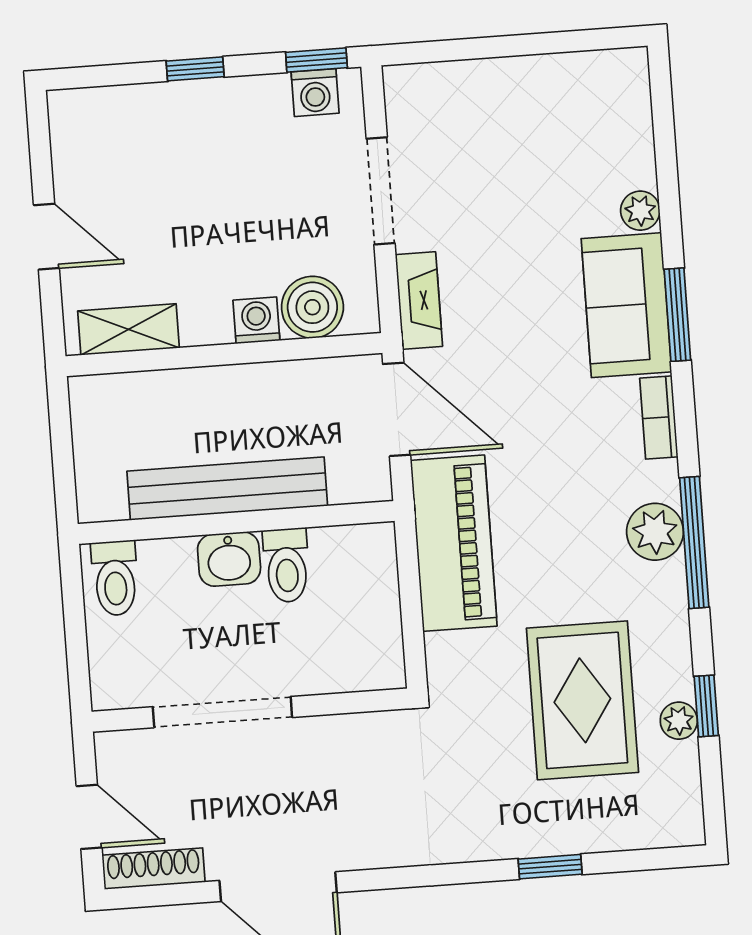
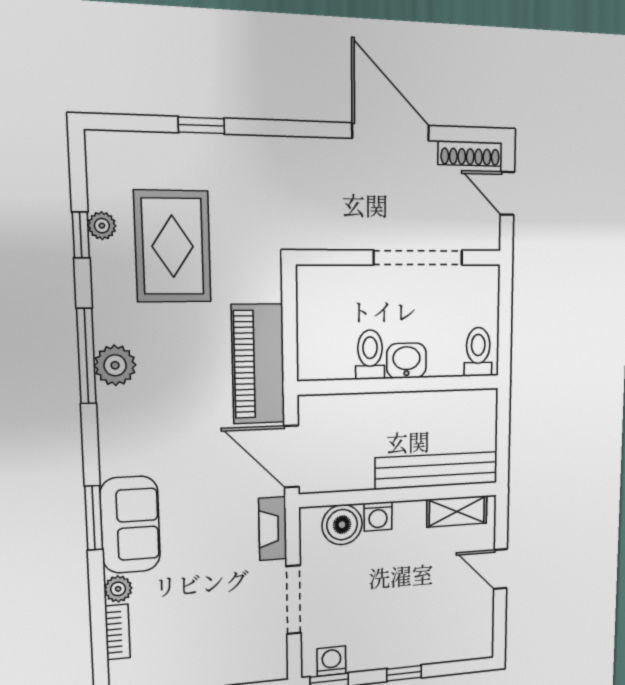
bookcase: (659, 417) -> (118, 632), moved
bench: (227, 489) -> (437, 470), moved

